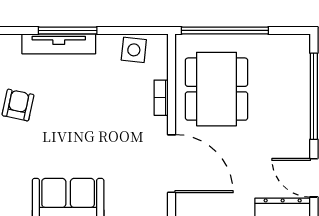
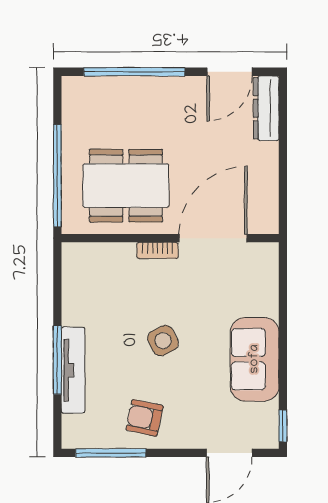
side table: (134, 50) -> (163, 341), moved, turned -33
bookcase: (161, 98) -> (158, 250), moved

